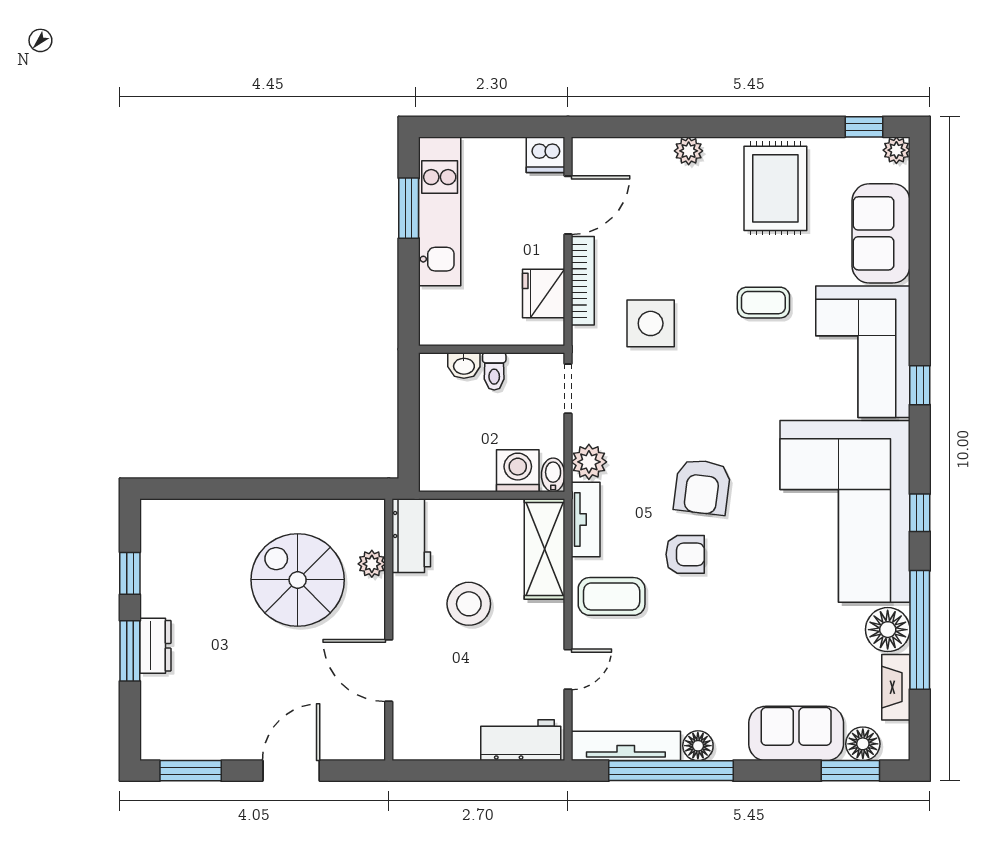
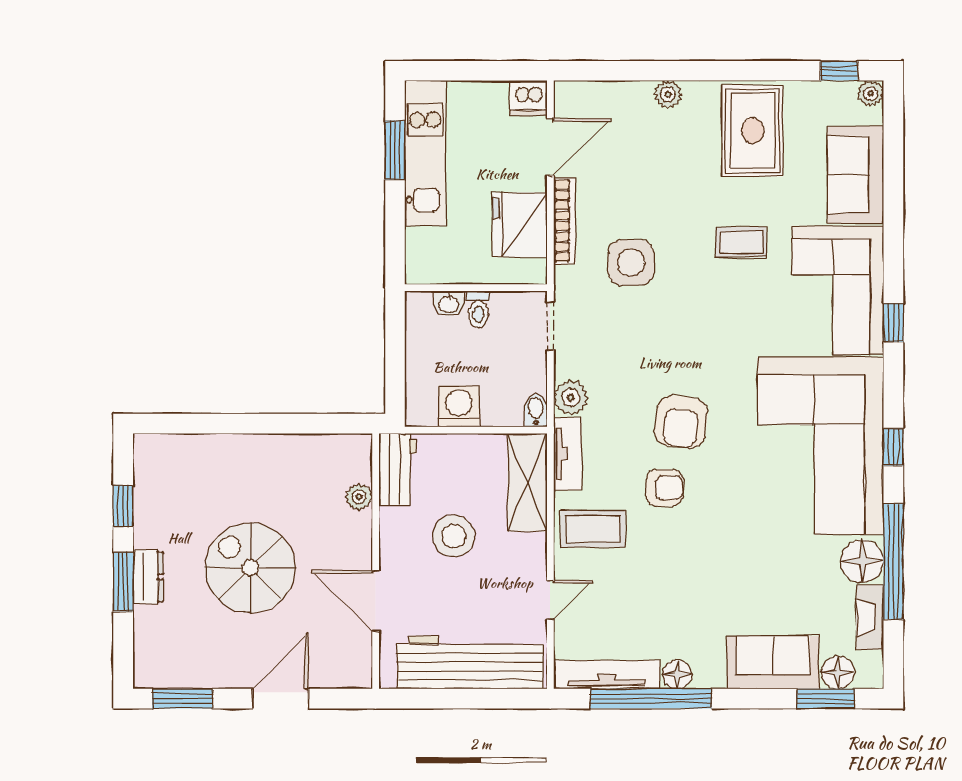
fridge: (544, 293) -> (520, 225), width x1.36, depth x1.34
washing machine: (518, 471) -> (459, 406), moved
spiral stairs: (298, 580) -> (250, 568), moved
workbench: (521, 740) -> (470, 662), width x1.88, depth x1.32

